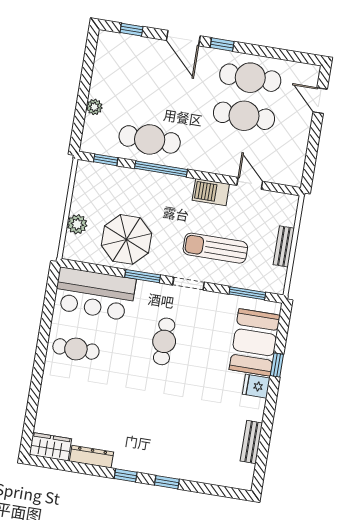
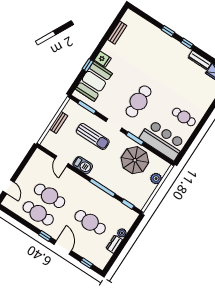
dresser: (99, 82) -> (114, 244), added
cafe table: (150, 139) -> (90, 222), moved
cafe table: (164, 341) -> (139, 101), width x1.37, depth x1.35

